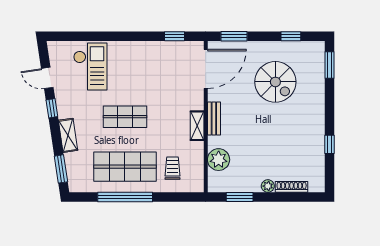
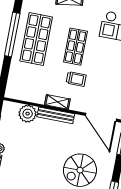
bench: (214, 119) -> (56, 115), width x1.36
trolley: (173, 168) -> (76, 79), moved

